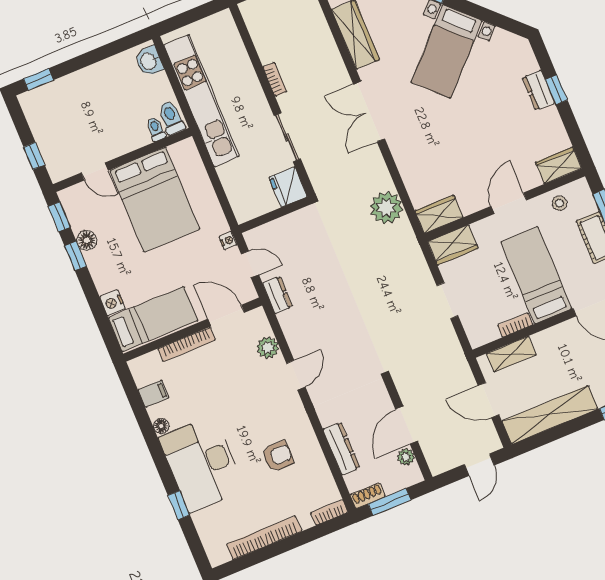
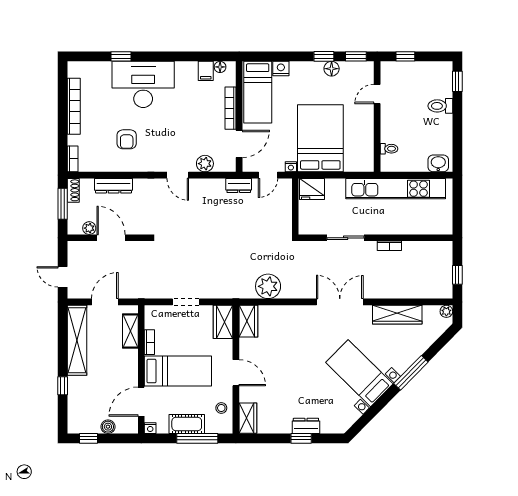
toilet: (171, 118) -> (440, 106), moved, turned 180
fridge: (288, 187) -> (312, 189), moved, turned 180
bed: (155, 200) -> (320, 138), moved, turned 90
floor lamp: (161, 426) -> (220, 67), moved

